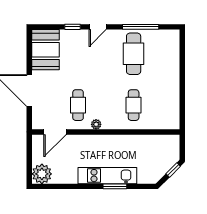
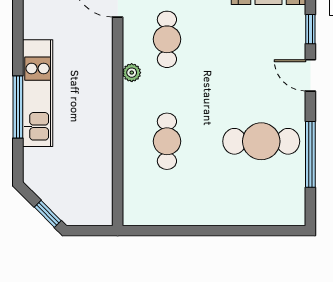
cafe table: (78, 105) -> (167, 39), turned 90
cafe table: (134, 105) -> (167, 141), turned 90
window: (115, 186) -> (18, 107), width x1.44

